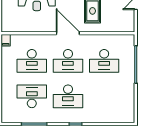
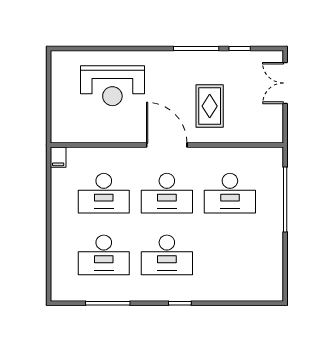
desk: (32, 96) -> (104, 255), turned 180

